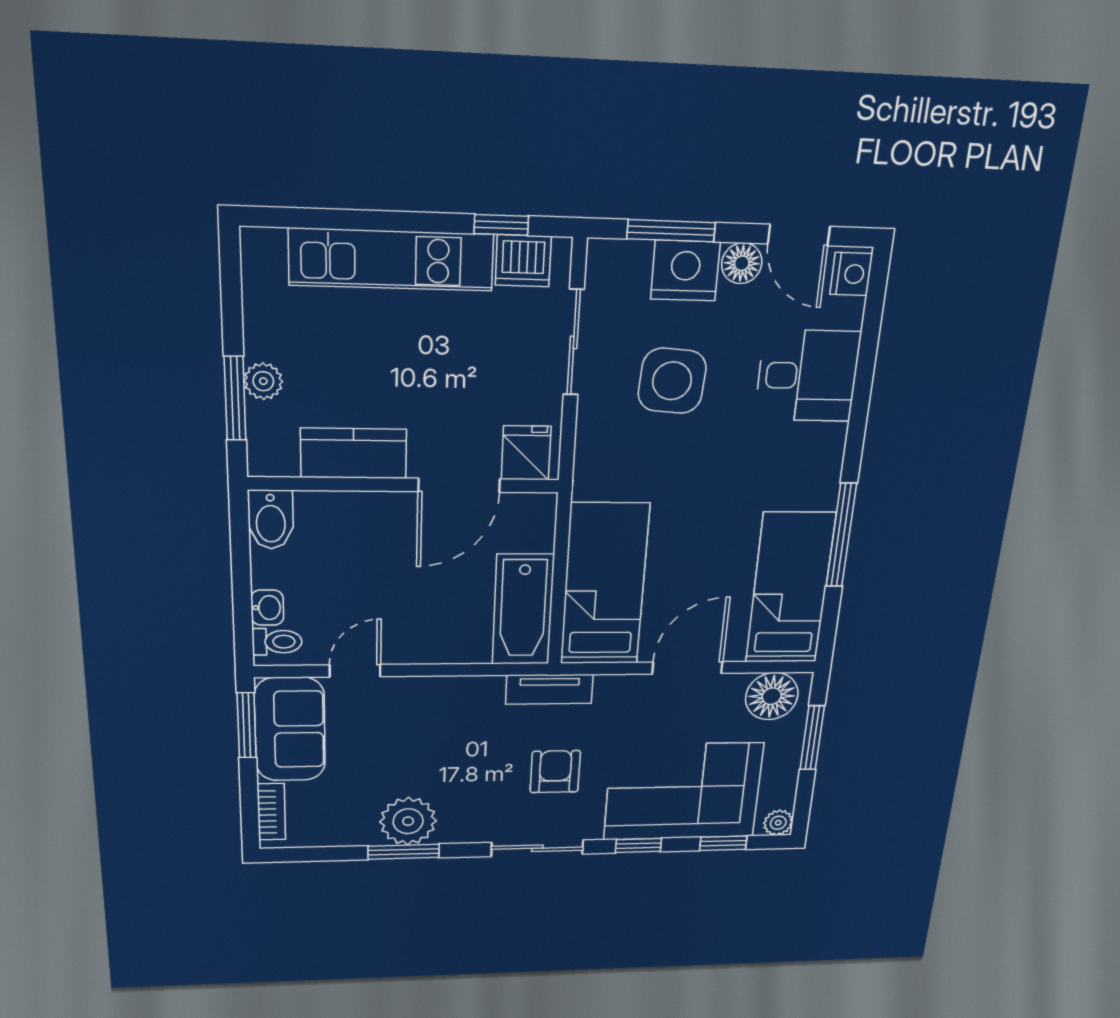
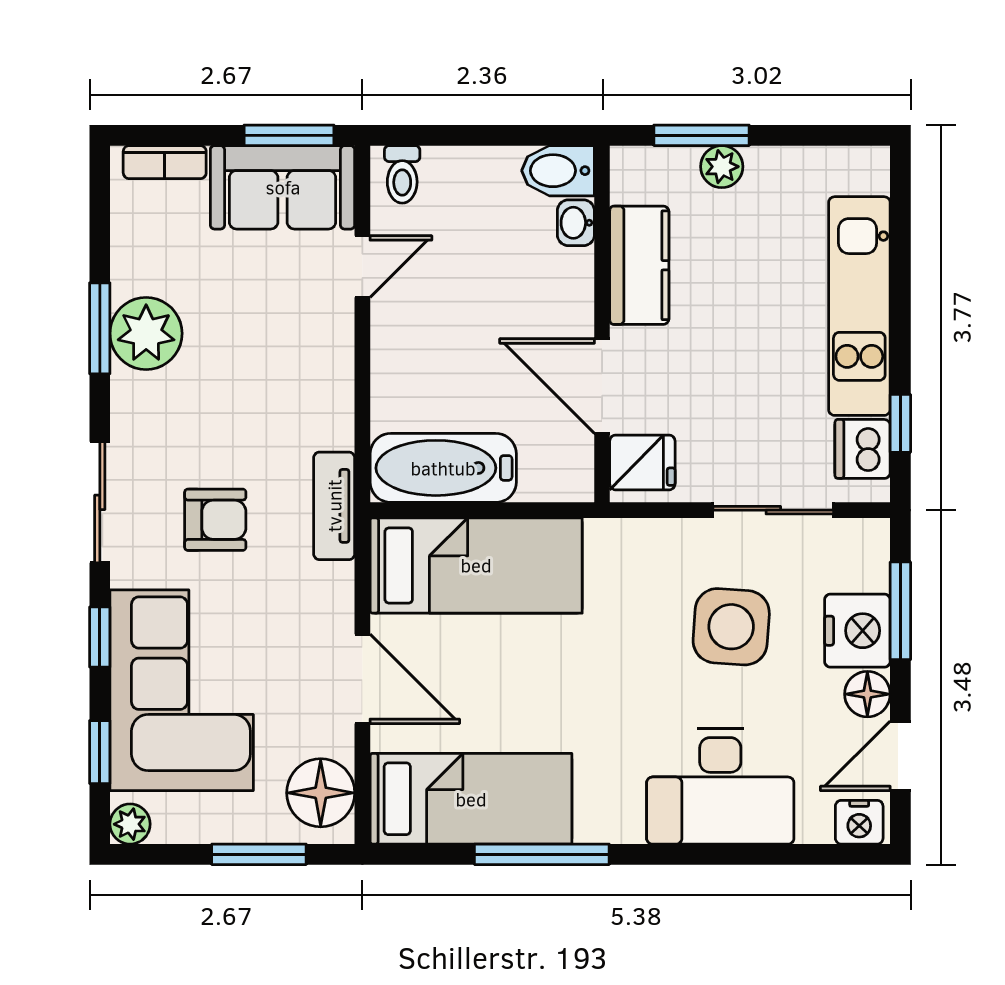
desk: (807, 376) -> (720, 786), width x1.37
washbasin: (267, 608) -> (576, 223), moved, turned 90
door: (355, 671) -> (362, 267), hinge flipped

